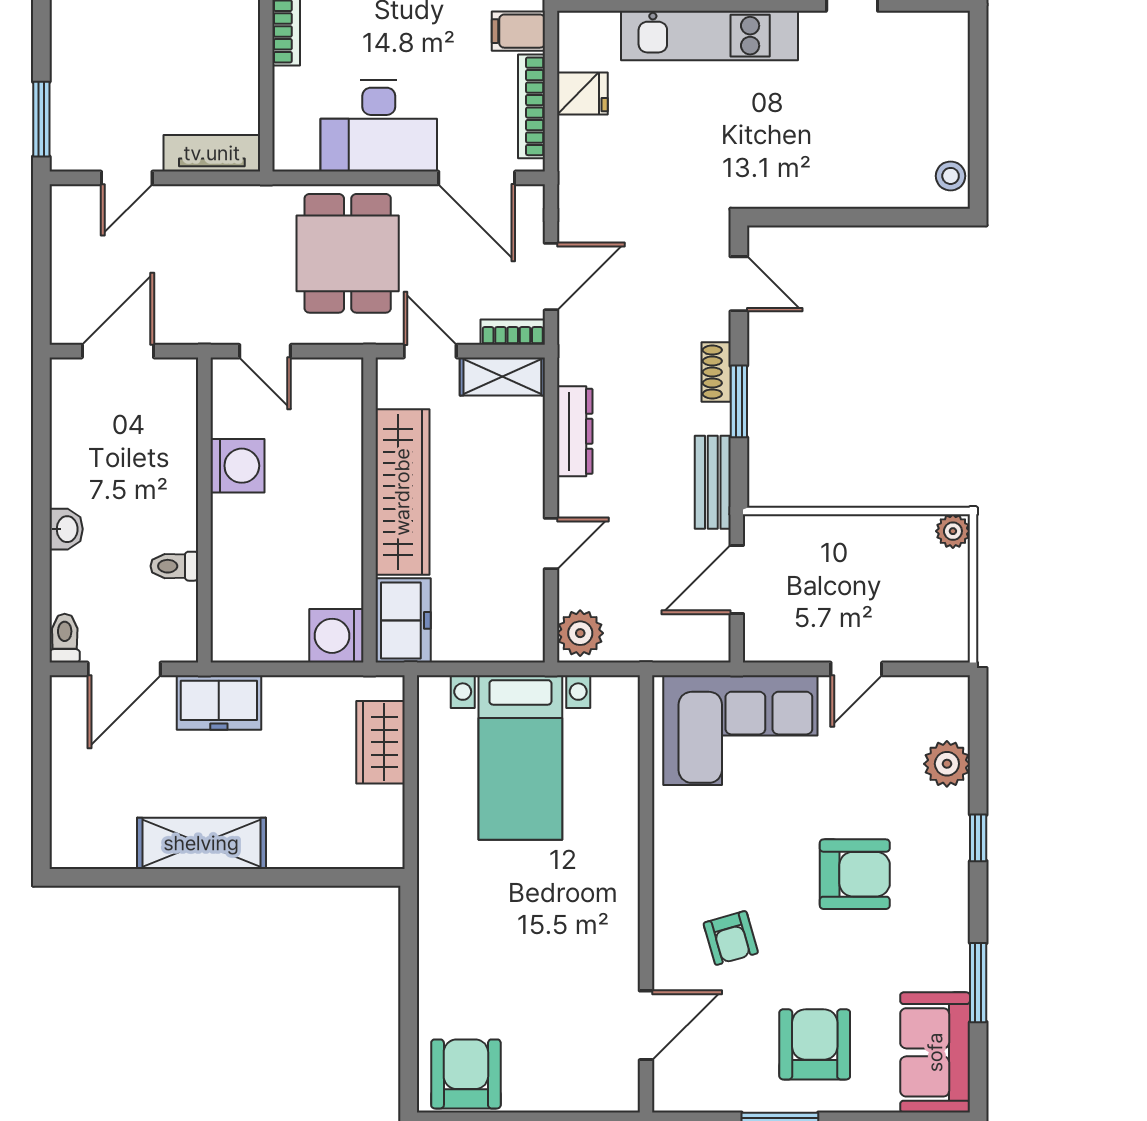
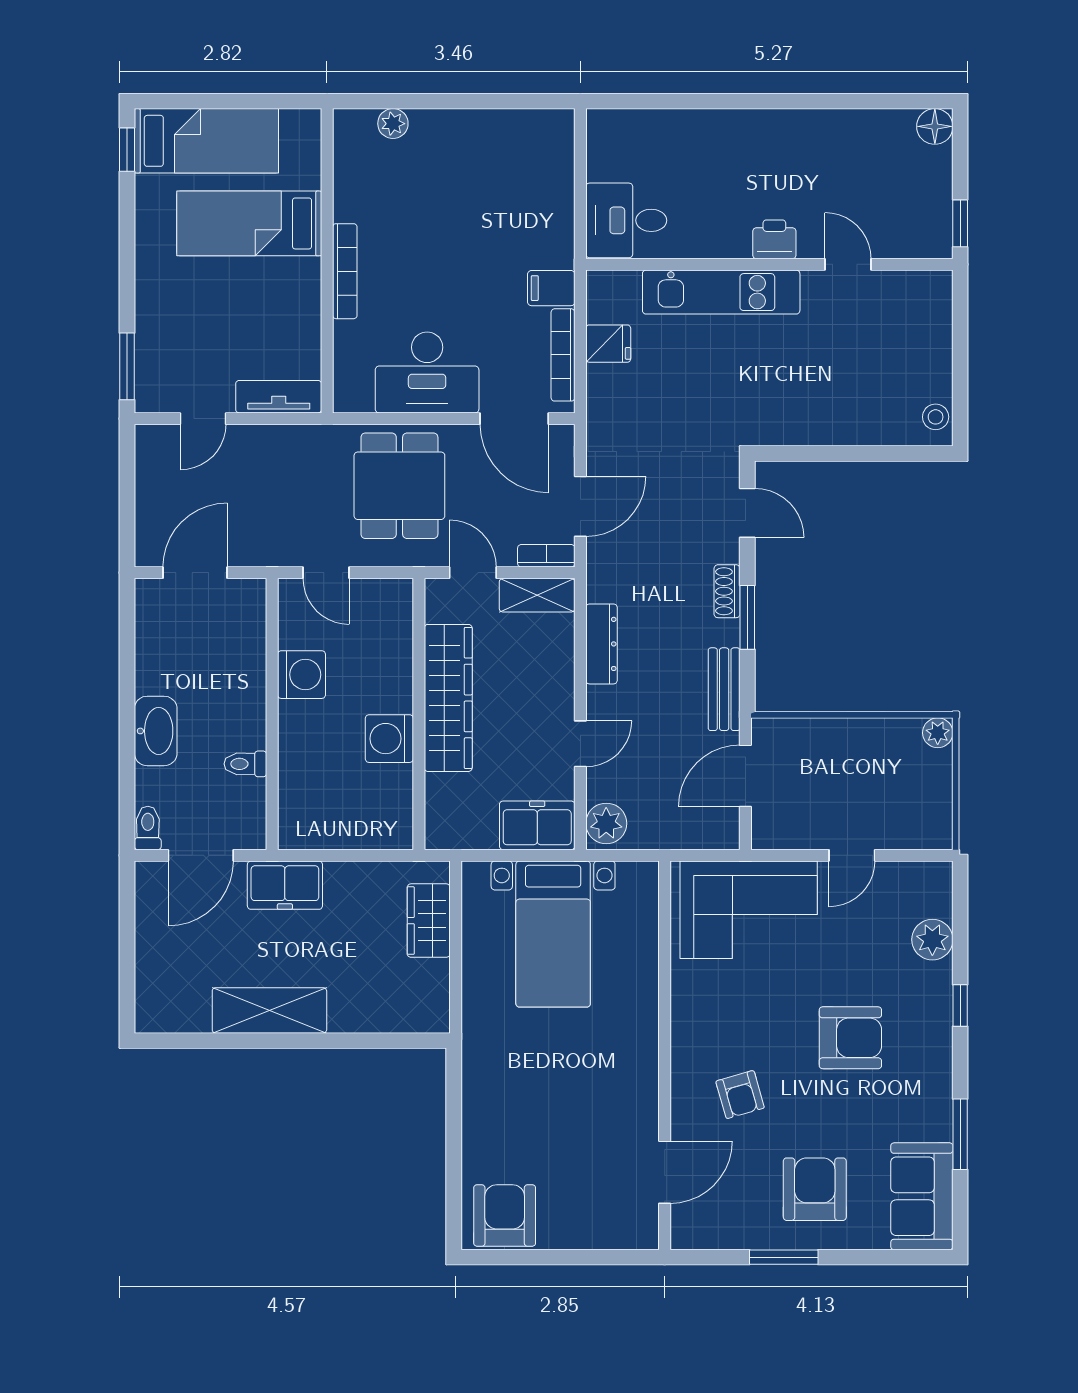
washbasin: (66, 529) -> (156, 731), width x1.91, depth x1.45
freezer: (403, 620) -> (537, 825), moved, turned -90
washing machine: (336, 636) -> (389, 739), moved

